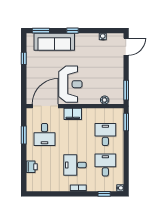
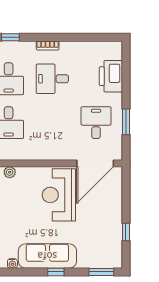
sofa: (54, 42) -> (47, 256), moved
filing cabinet: (73, 114) -> (55, 152), removed
desk: (75, 165) -> (52, 79), turned 180
printer: (32, 167) -> (111, 76), width x1.87, depth x1.48

